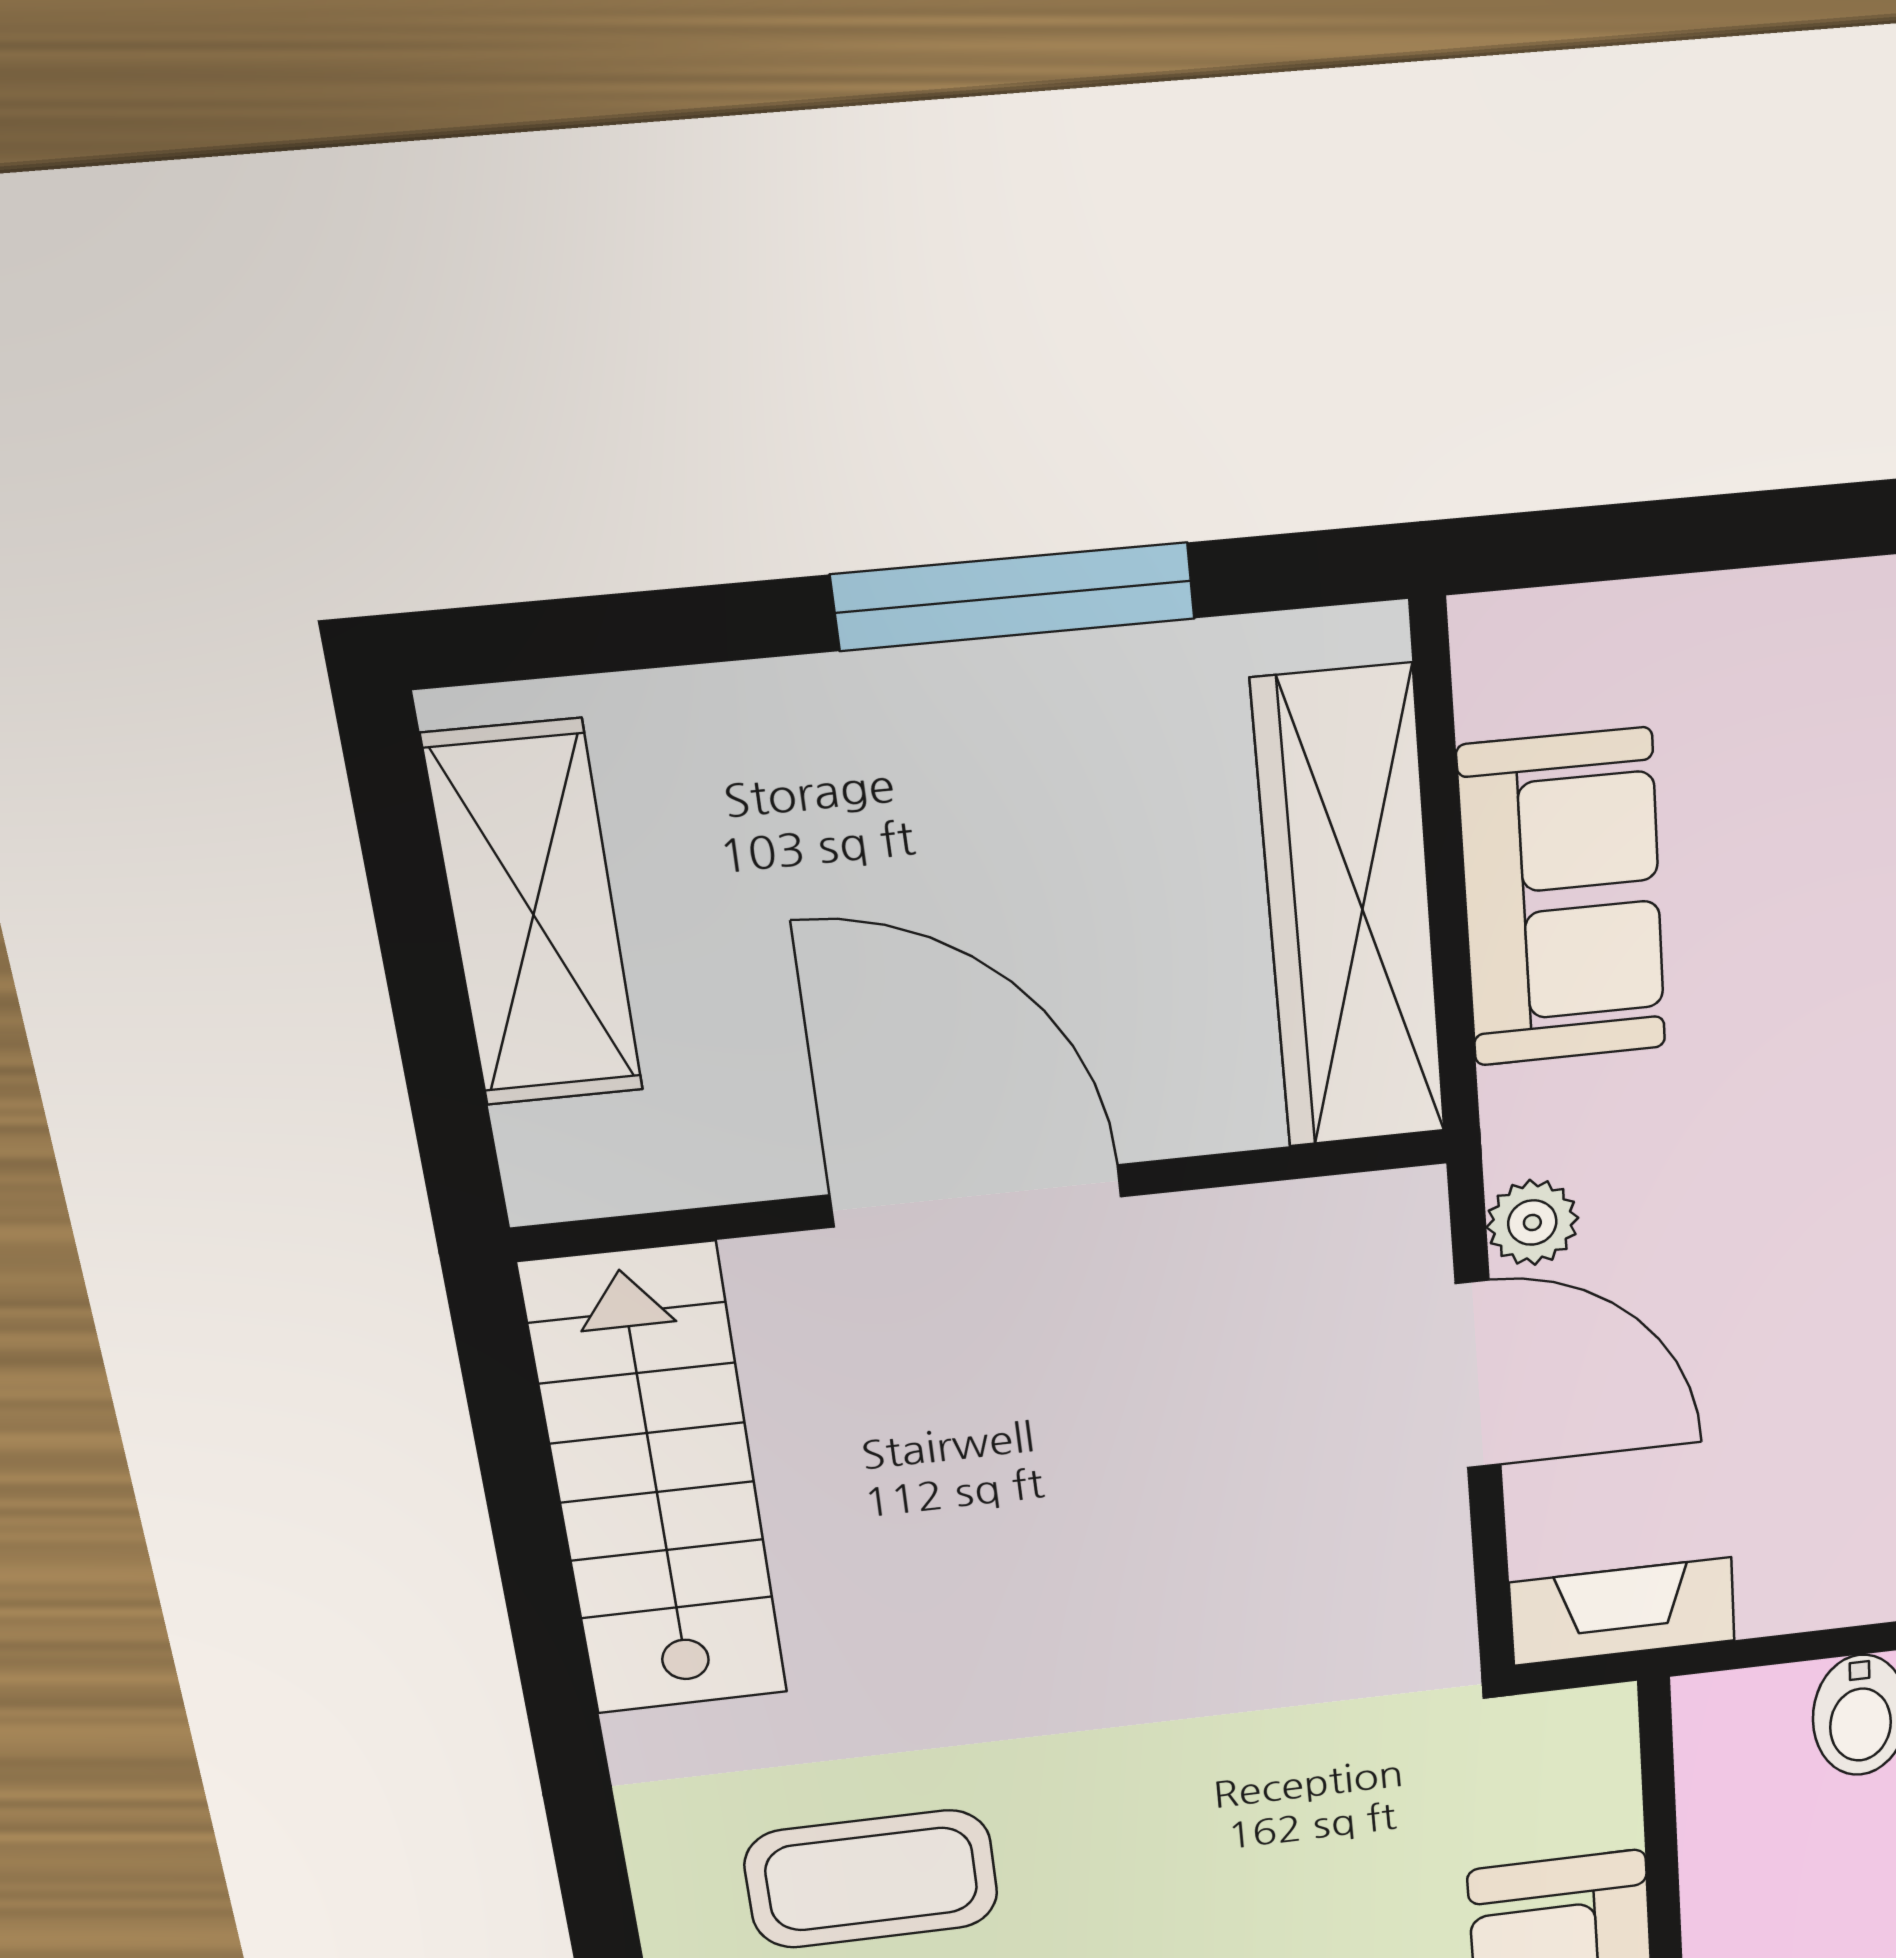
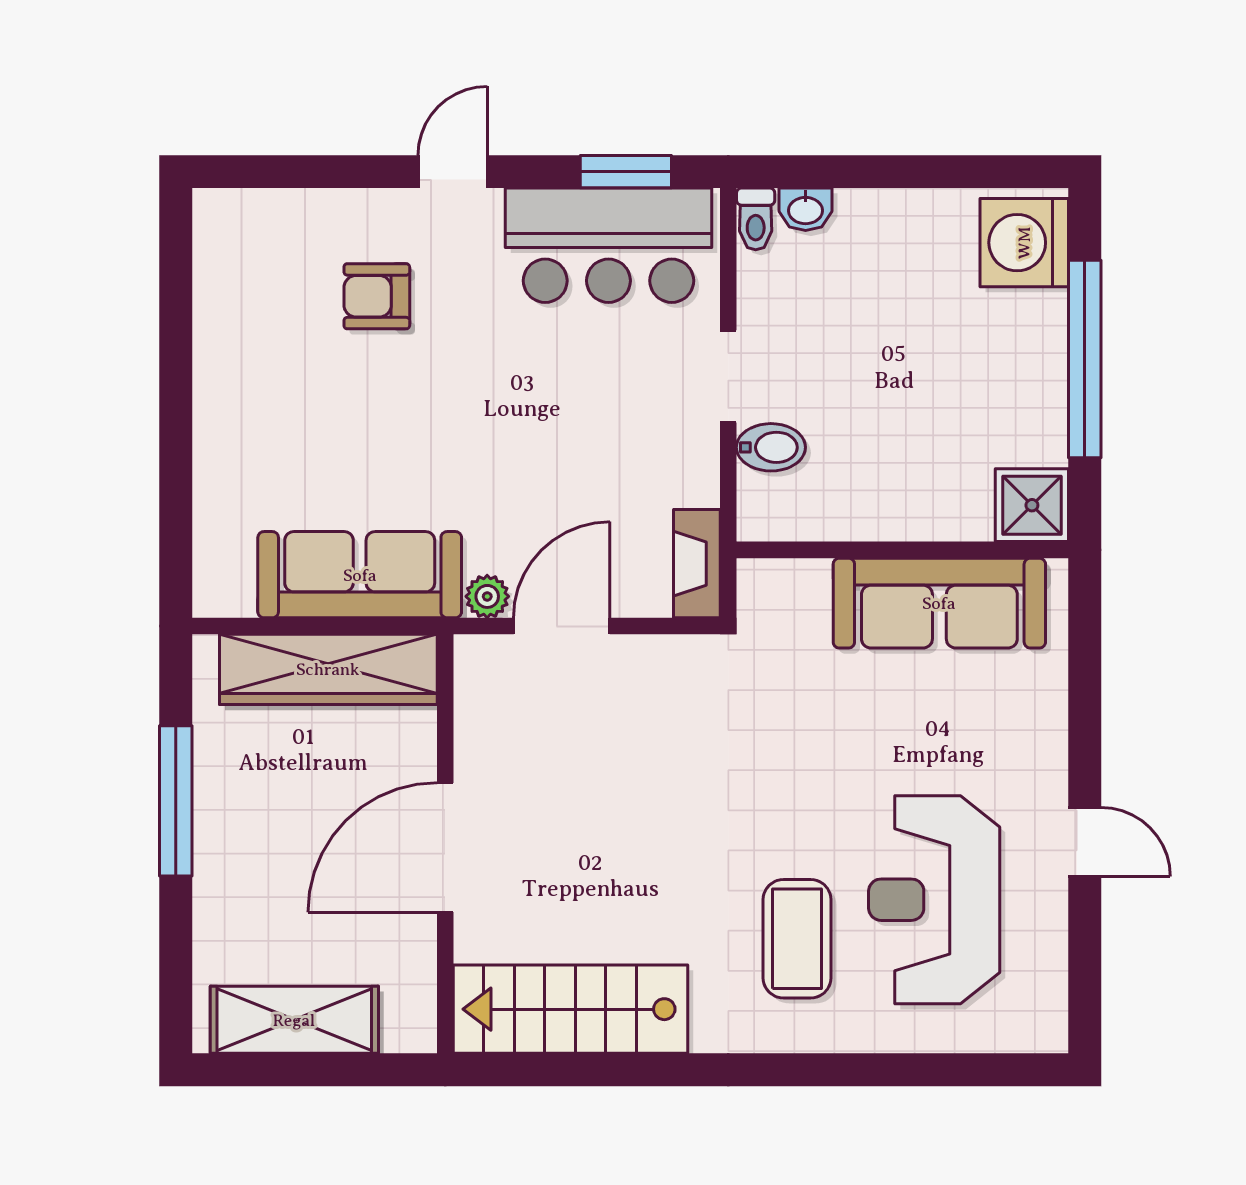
sofa: (1562, 899) -> (360, 575), width x1.36

